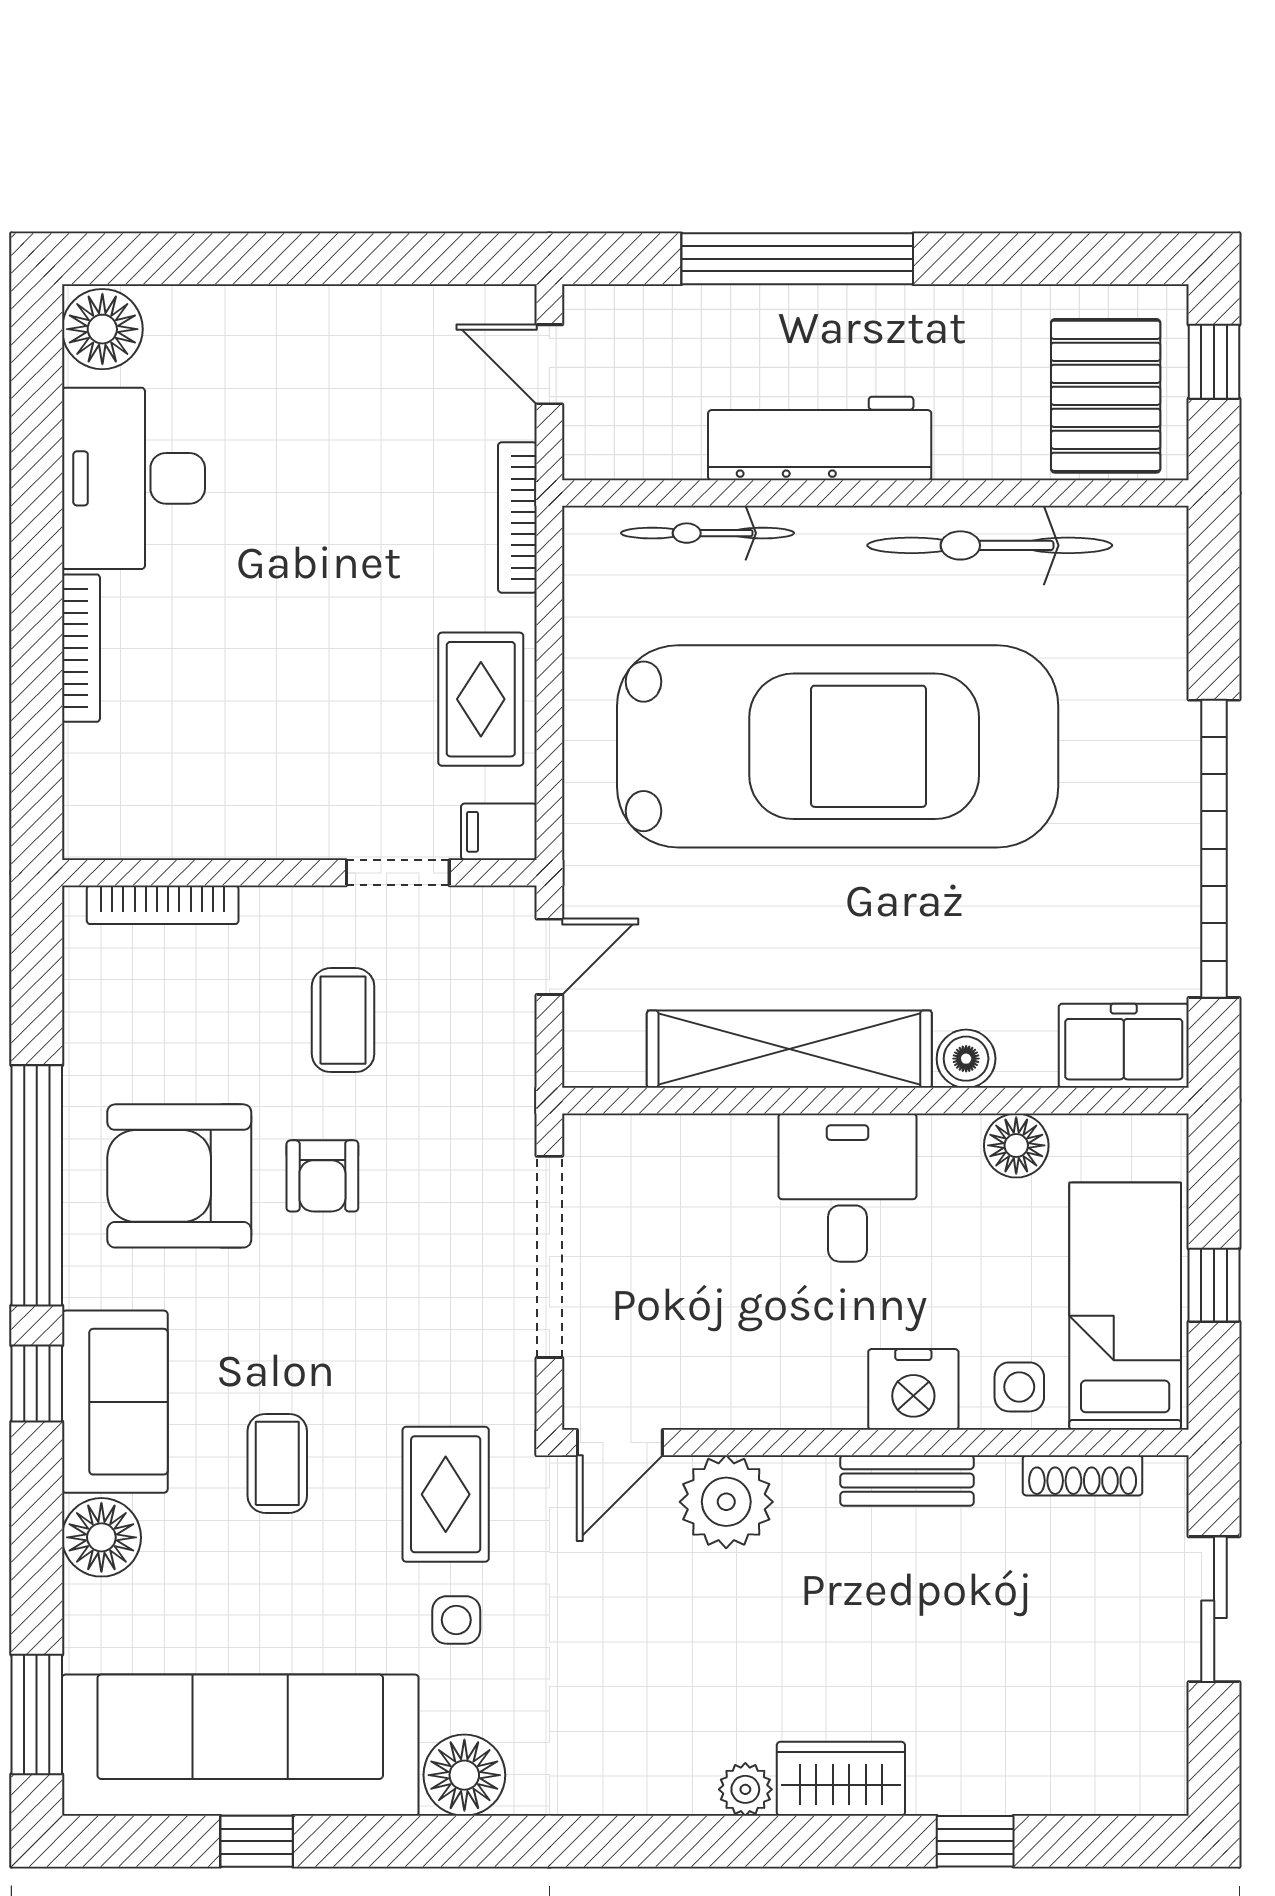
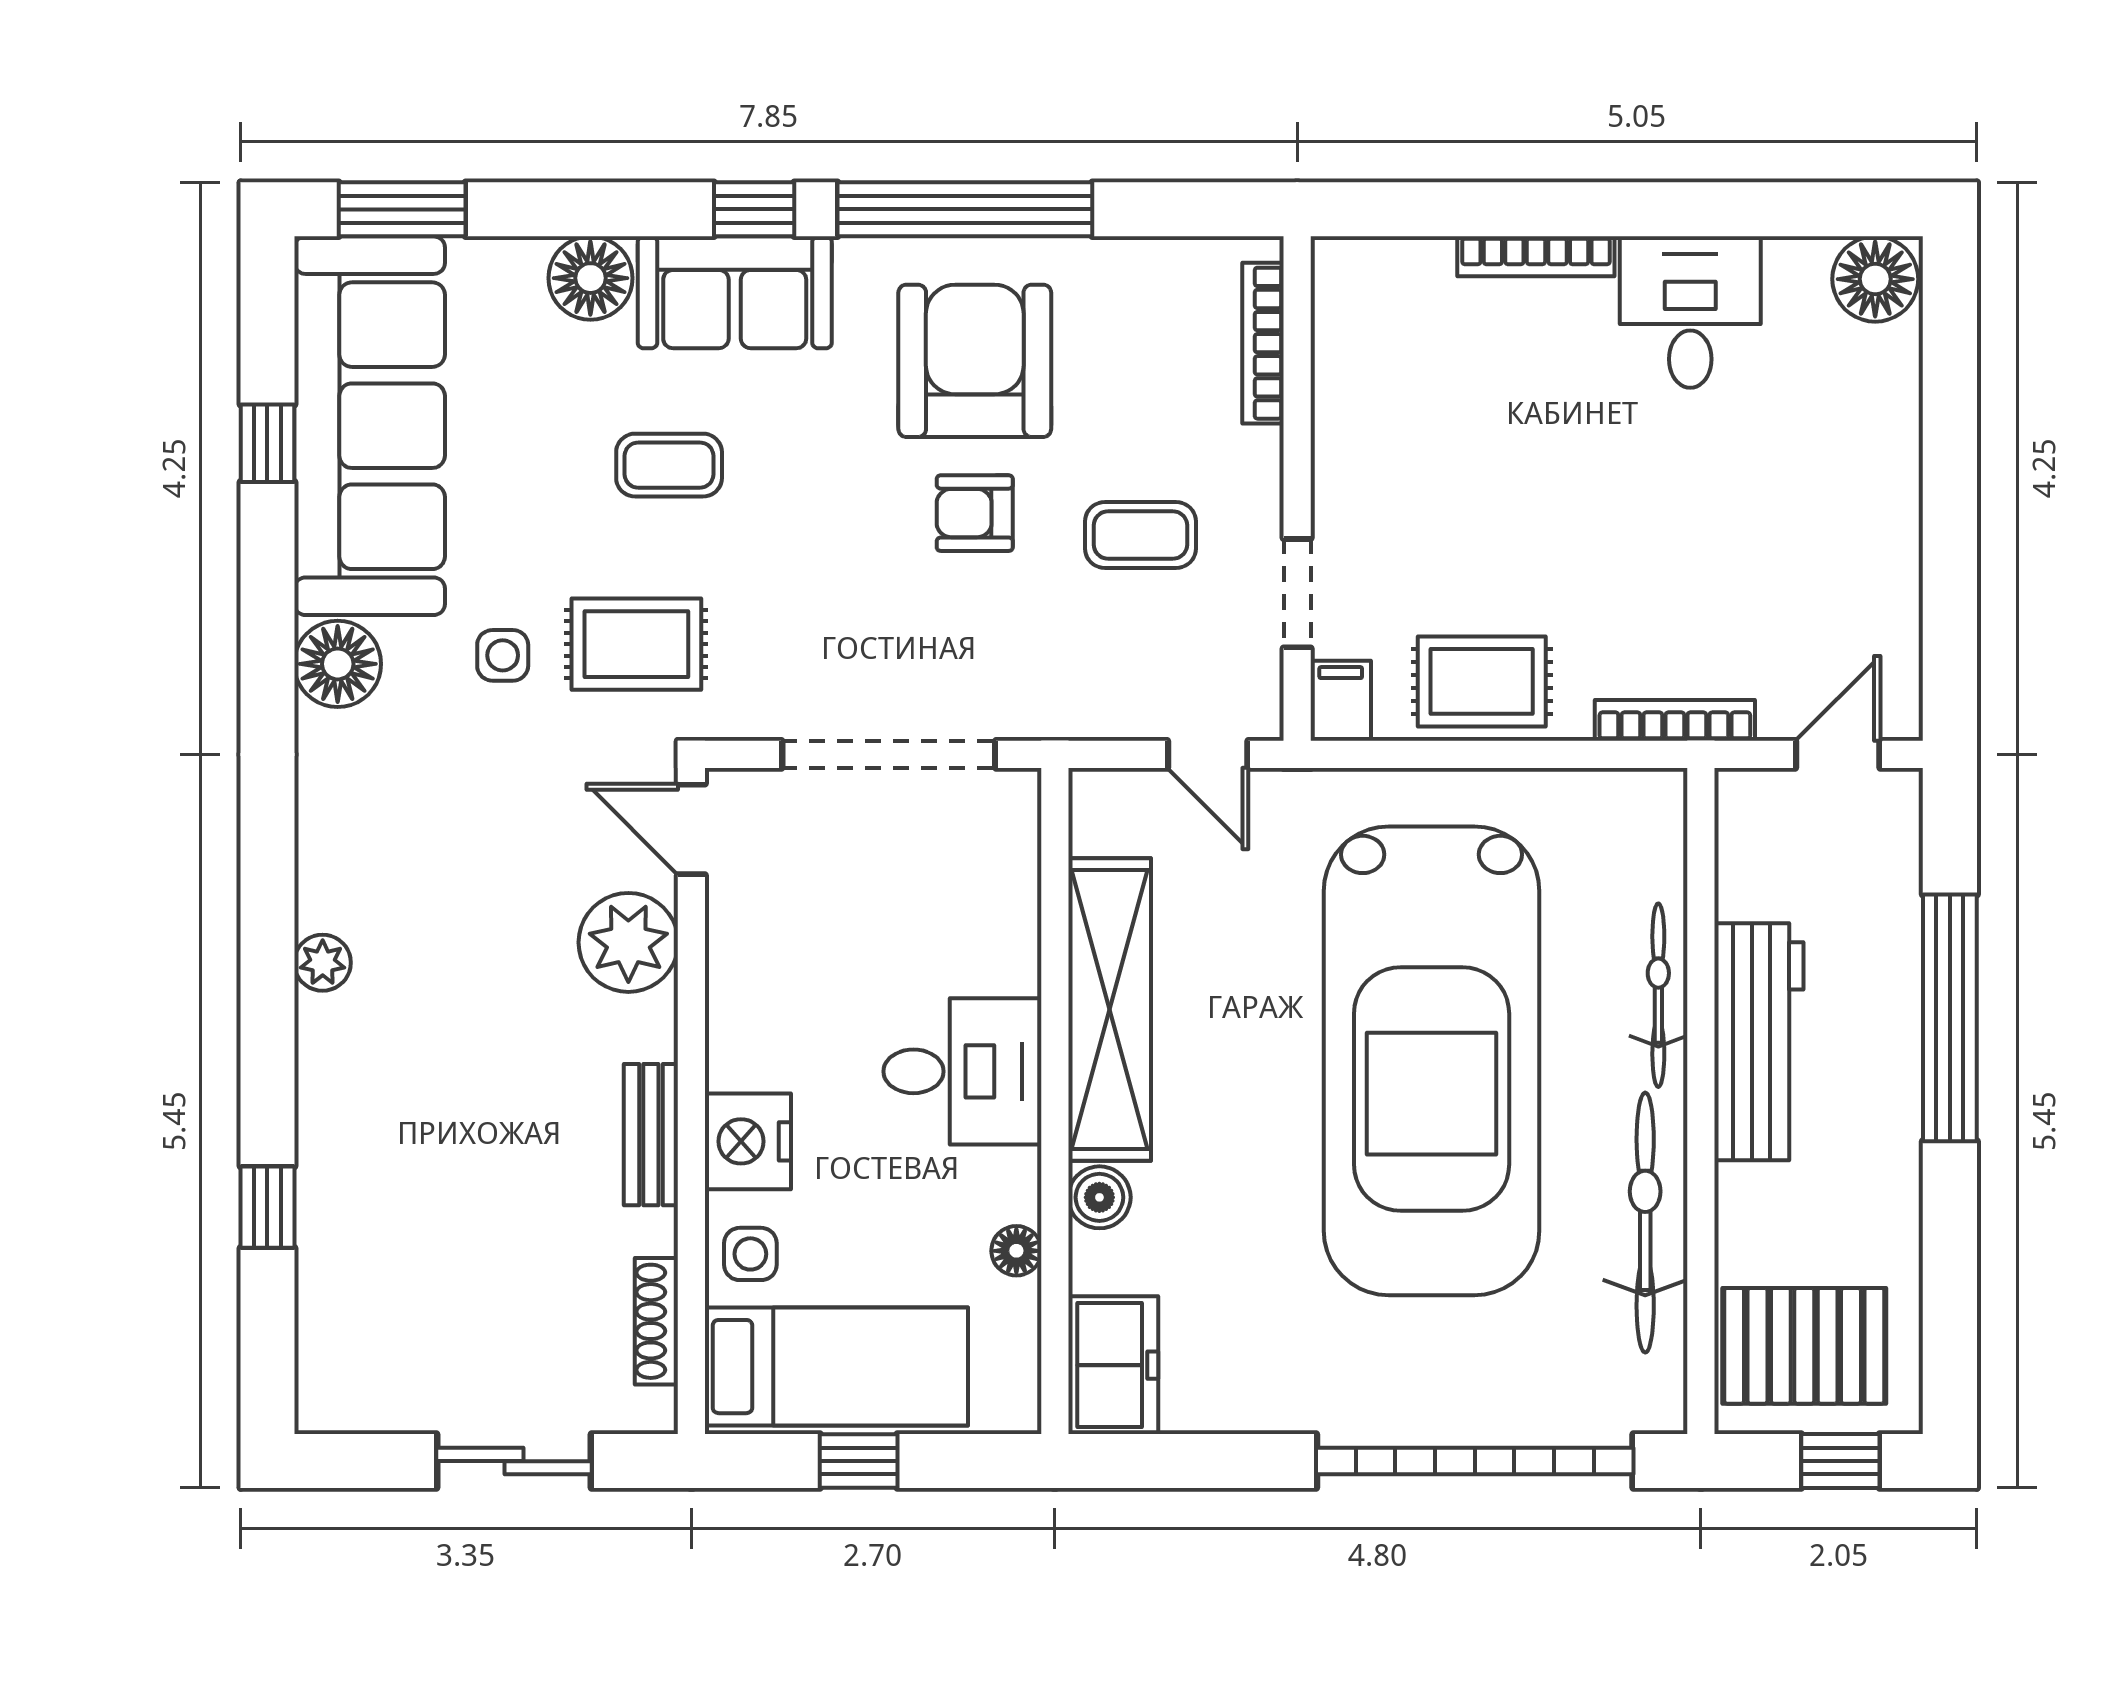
desk: (133, 478) -> (1690, 312), width x0.73
bicycle: (707, 533) -> (1658, 995), moved
garage door: (1214, 849) -> (1475, 1461), moved
floor lamp: (1016, 1145) -> (1016, 1251), width x0.73, depth x0.73
wardrobe: (841, 1779) -> (334, 1064), removed

